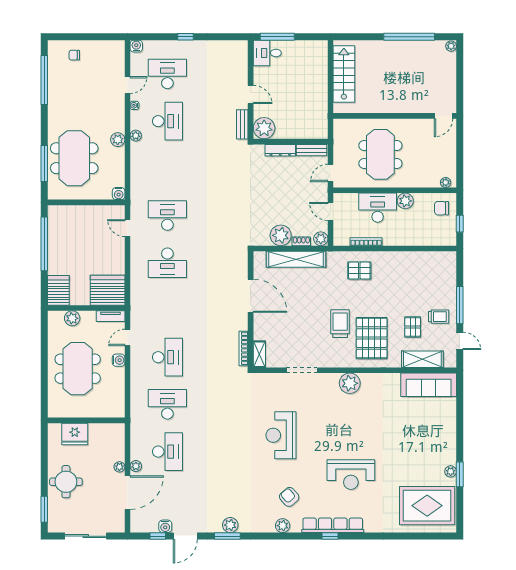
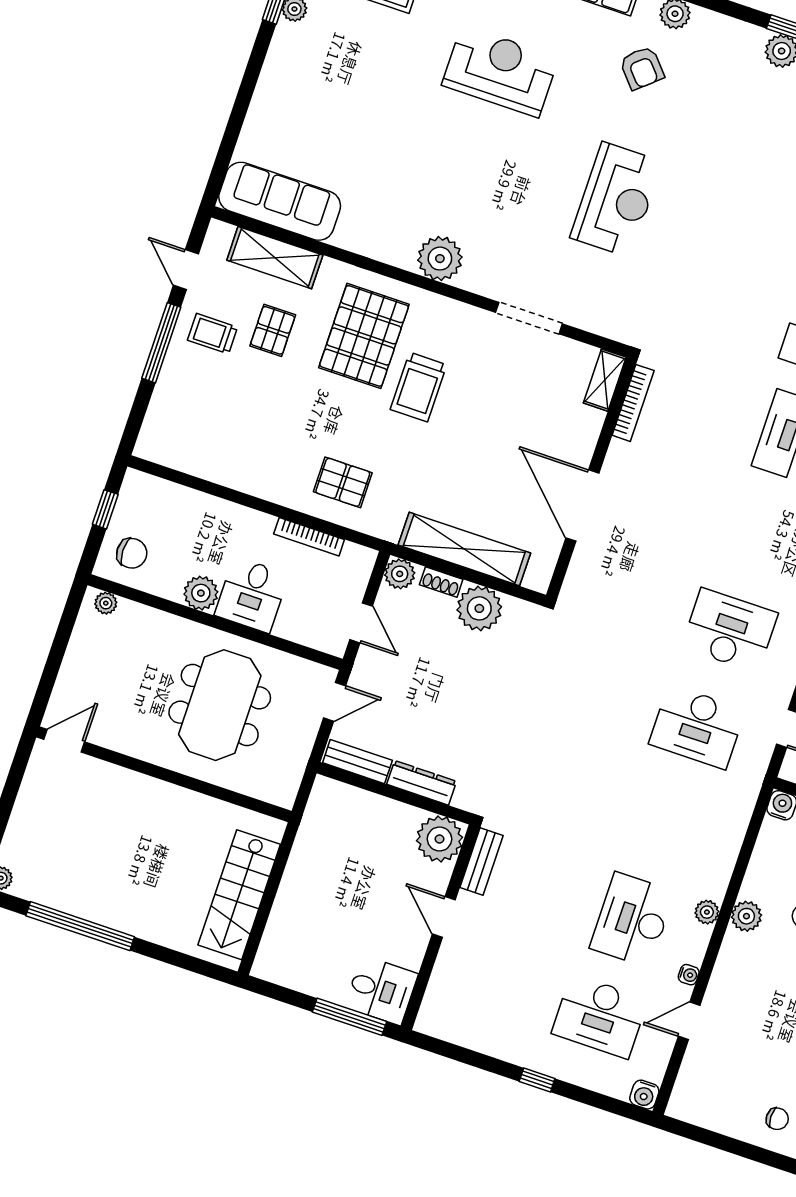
desk: (378, 208) -> (252, 595), width x0.73

